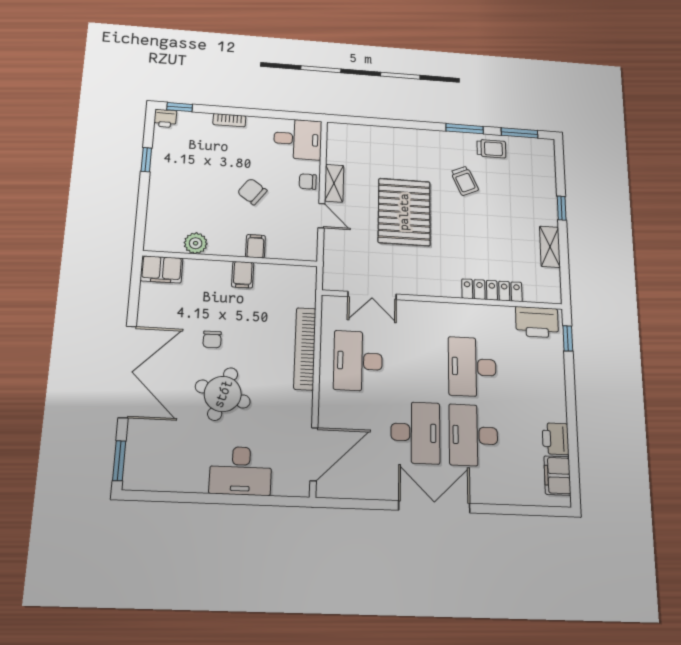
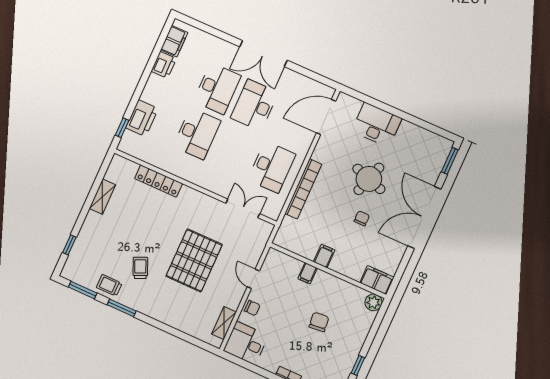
shelving: (334, 183) -> (224, 323), moved
chair: (252, 192) -> (319, 322), moved, turned -132
window: (562, 208) -> (69, 245), moved
plant: (196, 243) -> (373, 302), moved
printer: (537, 322) -> (142, 118), moved, turned 90

